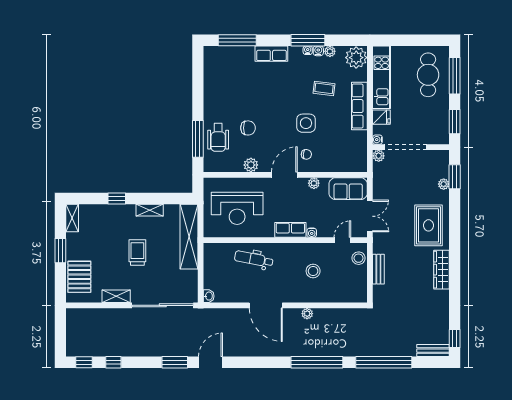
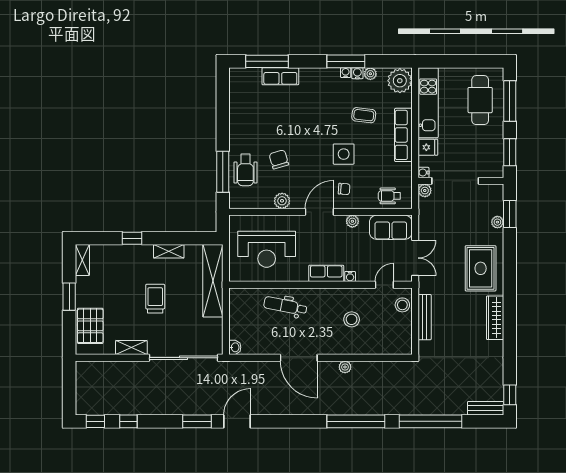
row of seats: (271, 54) -> (280, 76), moved
chair: (248, 128) -> (279, 159), turned -106
wheelchair: (347, 161) -> (389, 196), added
bench: (378, 269) -> (425, 317), width x1.36

